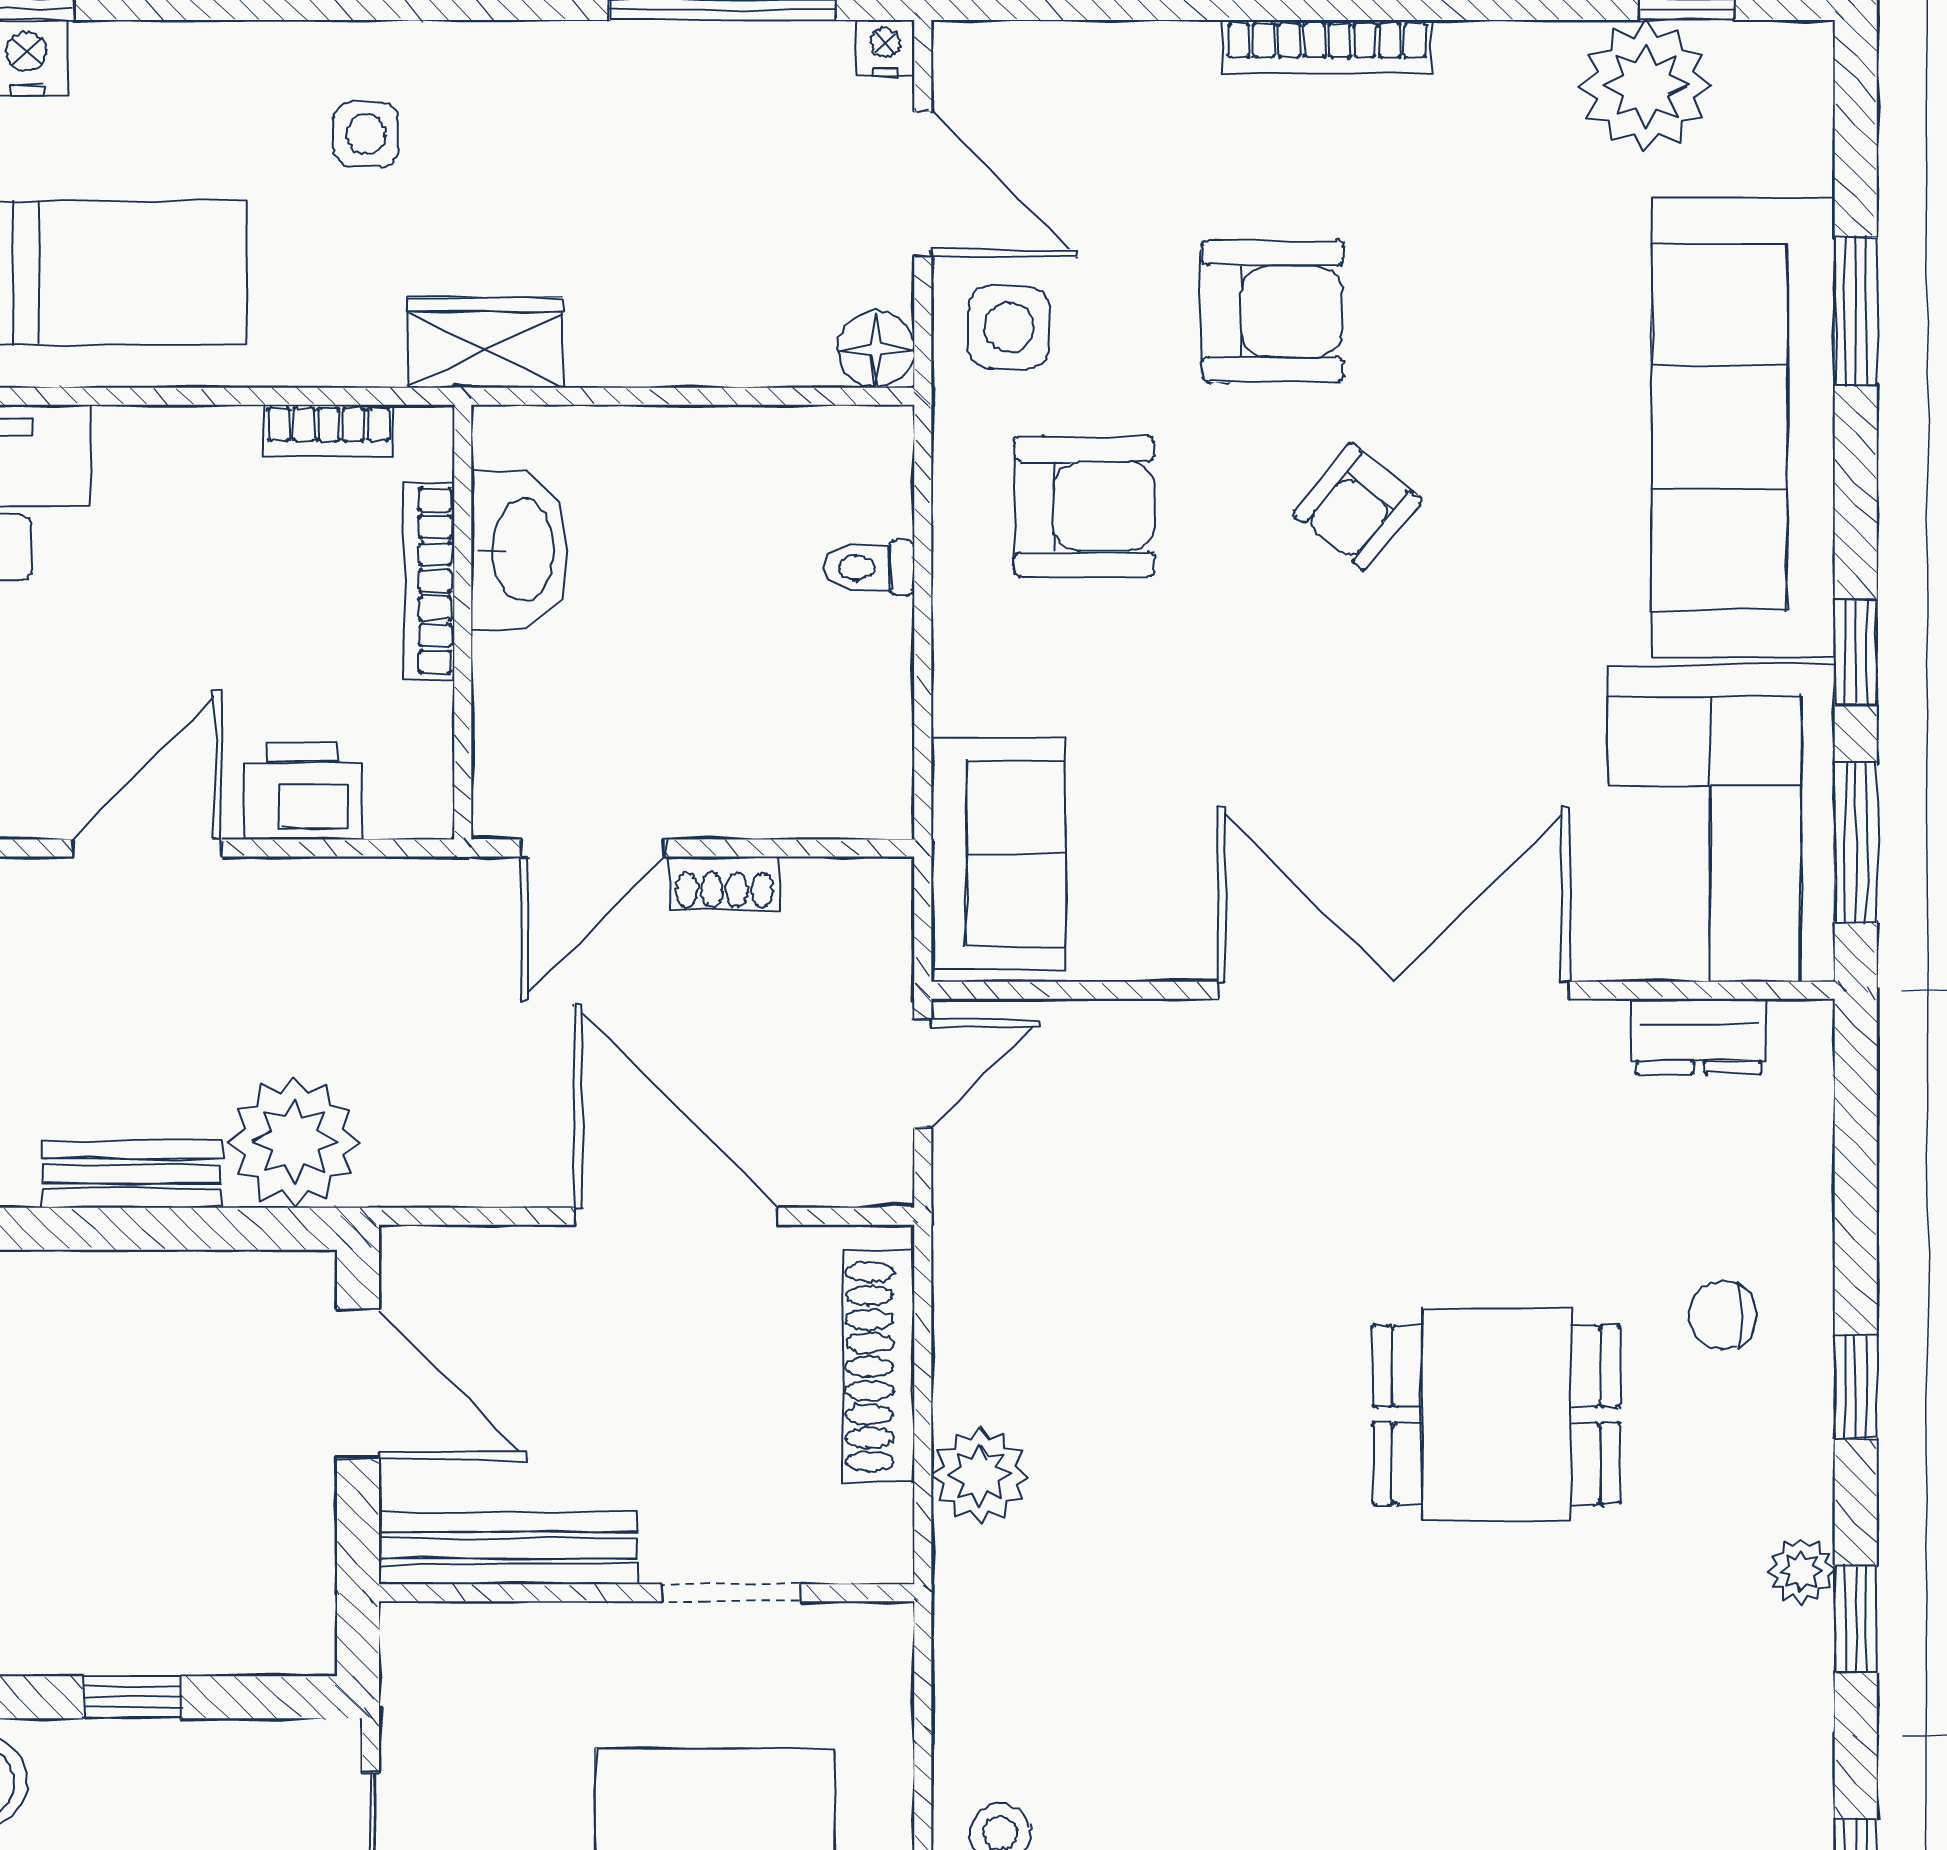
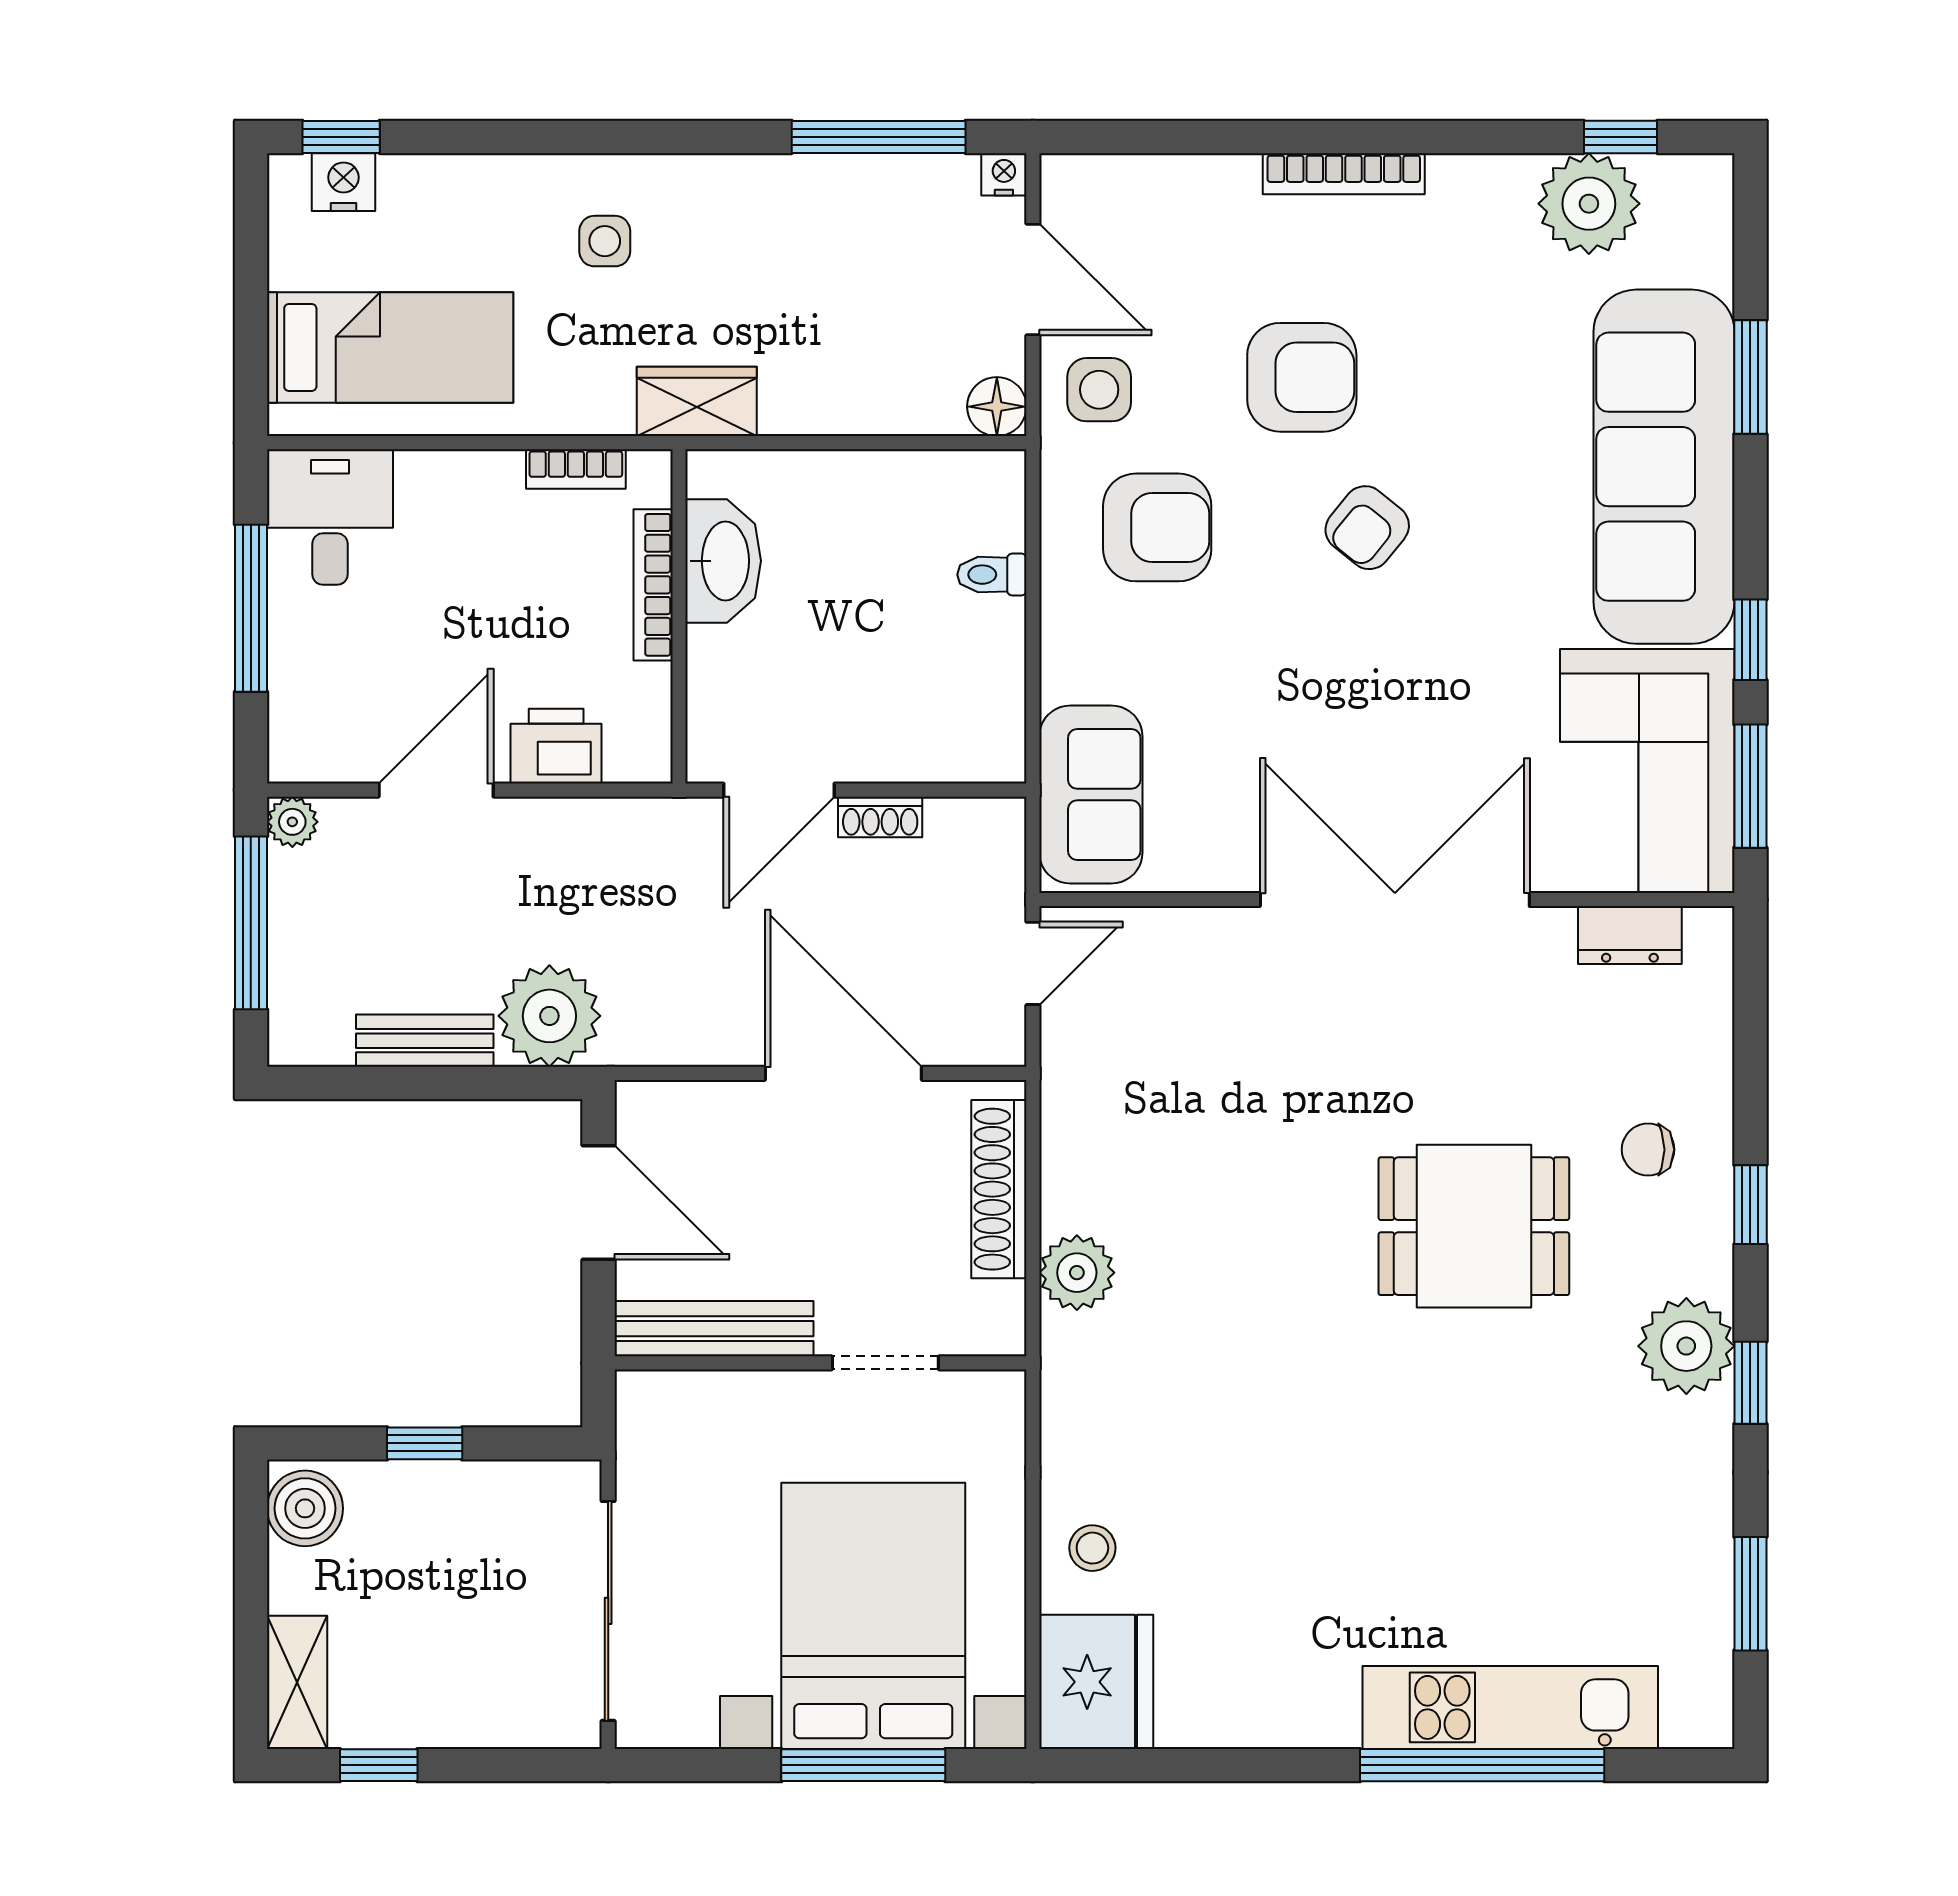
plant: (1801, 1571) -> (1686, 1346), width x1.88, depth x1.88

